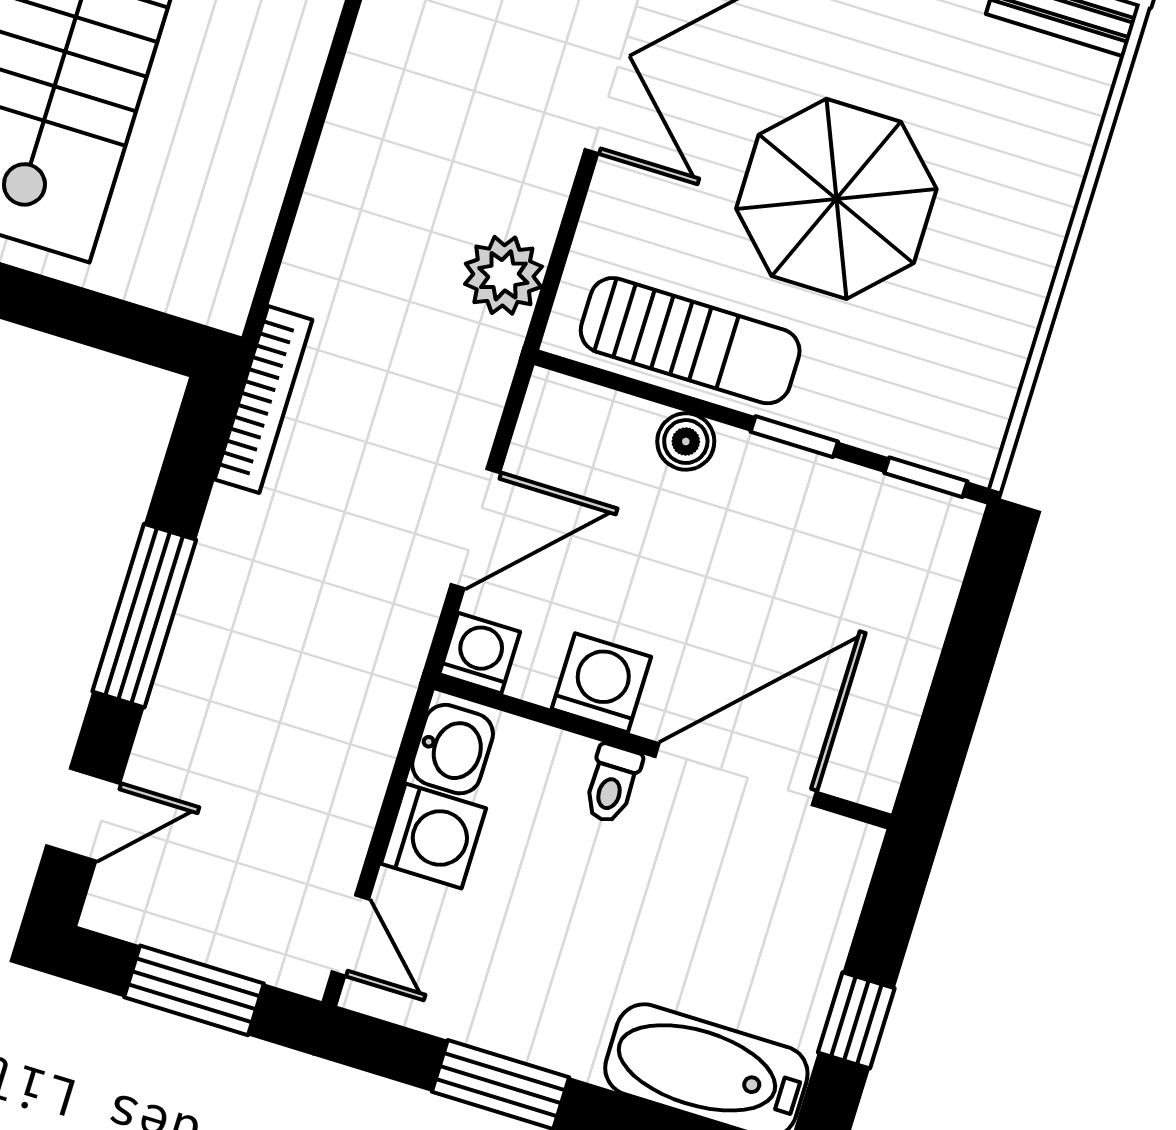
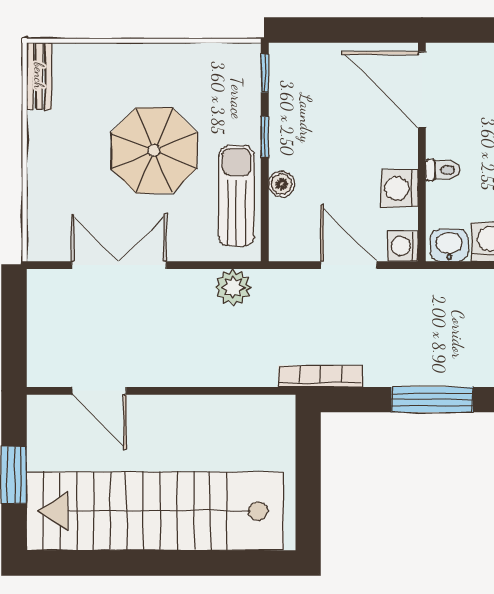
door: (736, 774) -> (422, 90), moved

